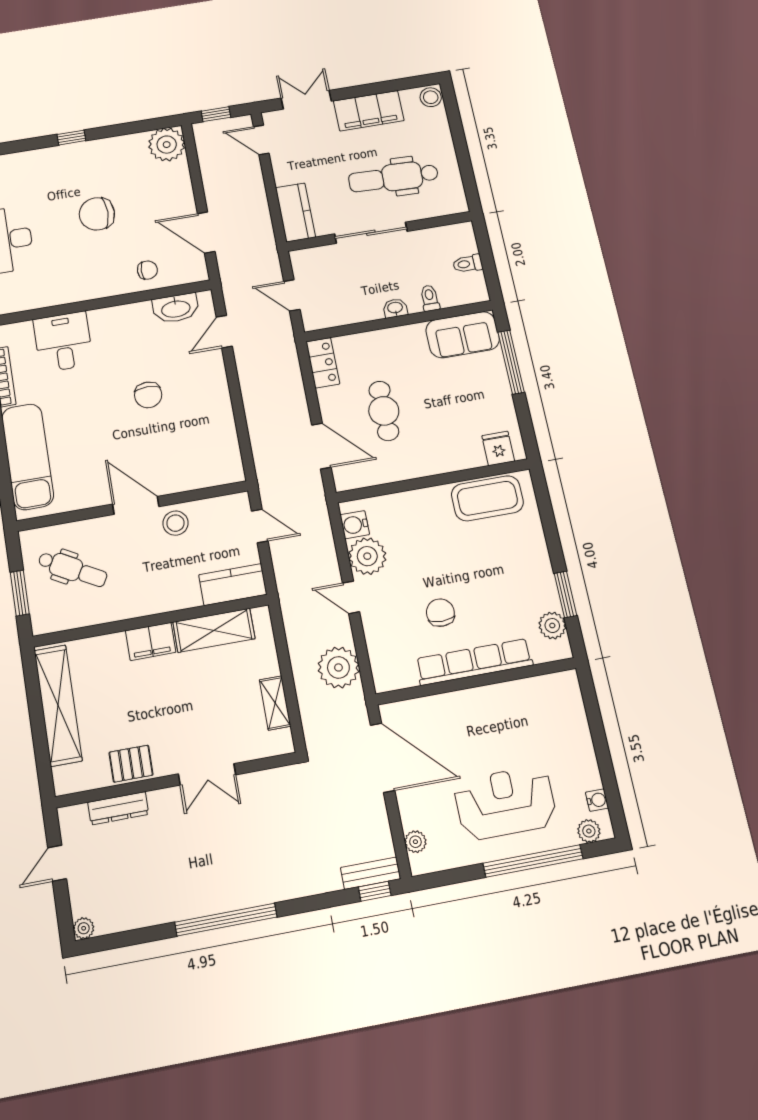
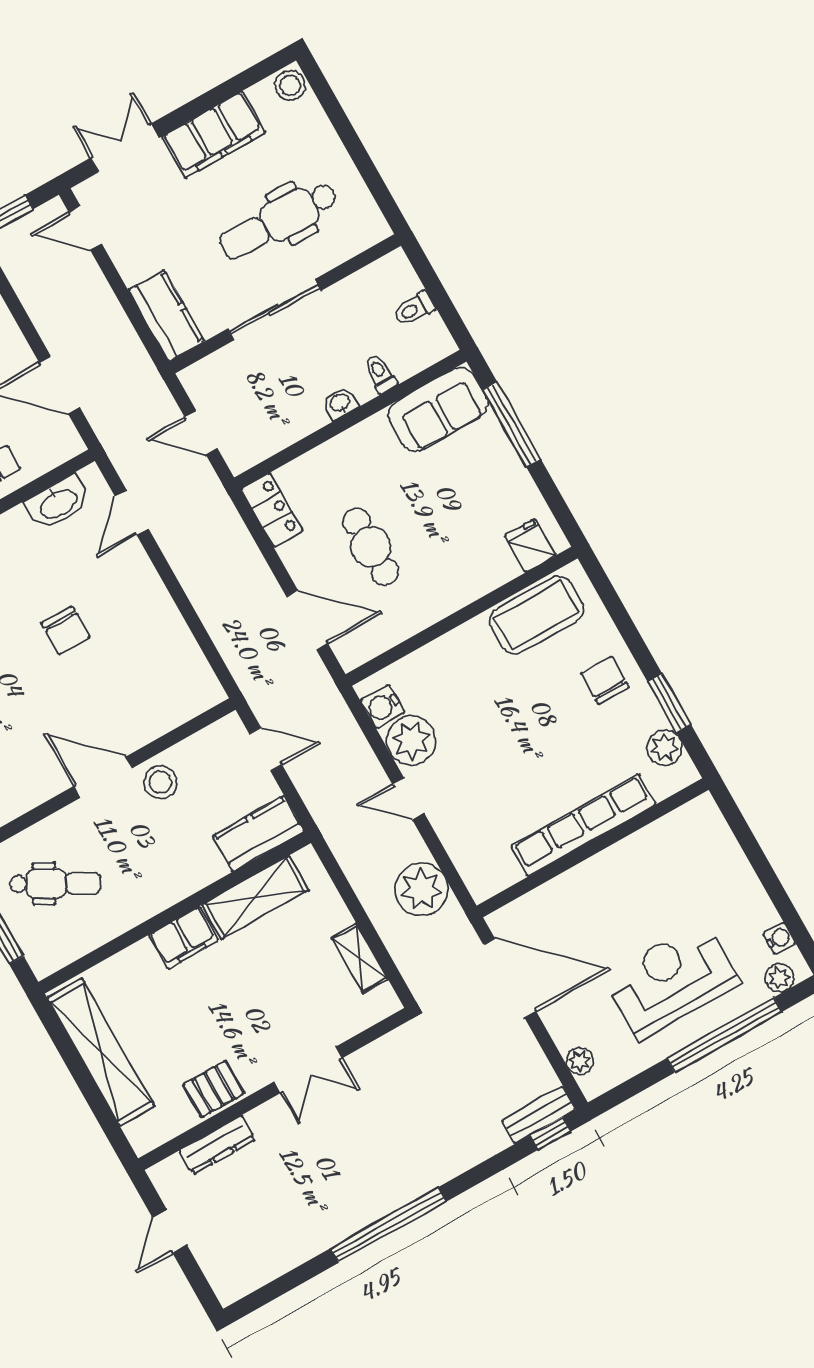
chair: (440, 613) -> (605, 680), moved
plant: (84, 928) -> (228, 1292), removed

